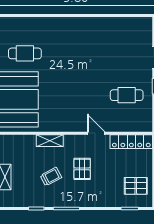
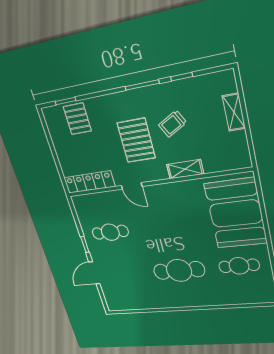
cafe table: (76, 53) -> (179, 271), added
pallet: (82, 169) -> (136, 140), width x1.50, depth x1.42
pallet: (136, 186) -> (77, 119), moved, turned 90

